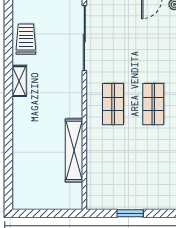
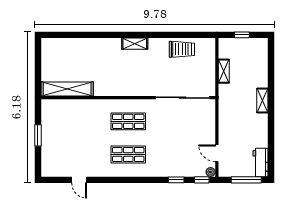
shelving: (19, 81) -> (135, 44), moved
shelving: (74, 150) -> (67, 89), moved

